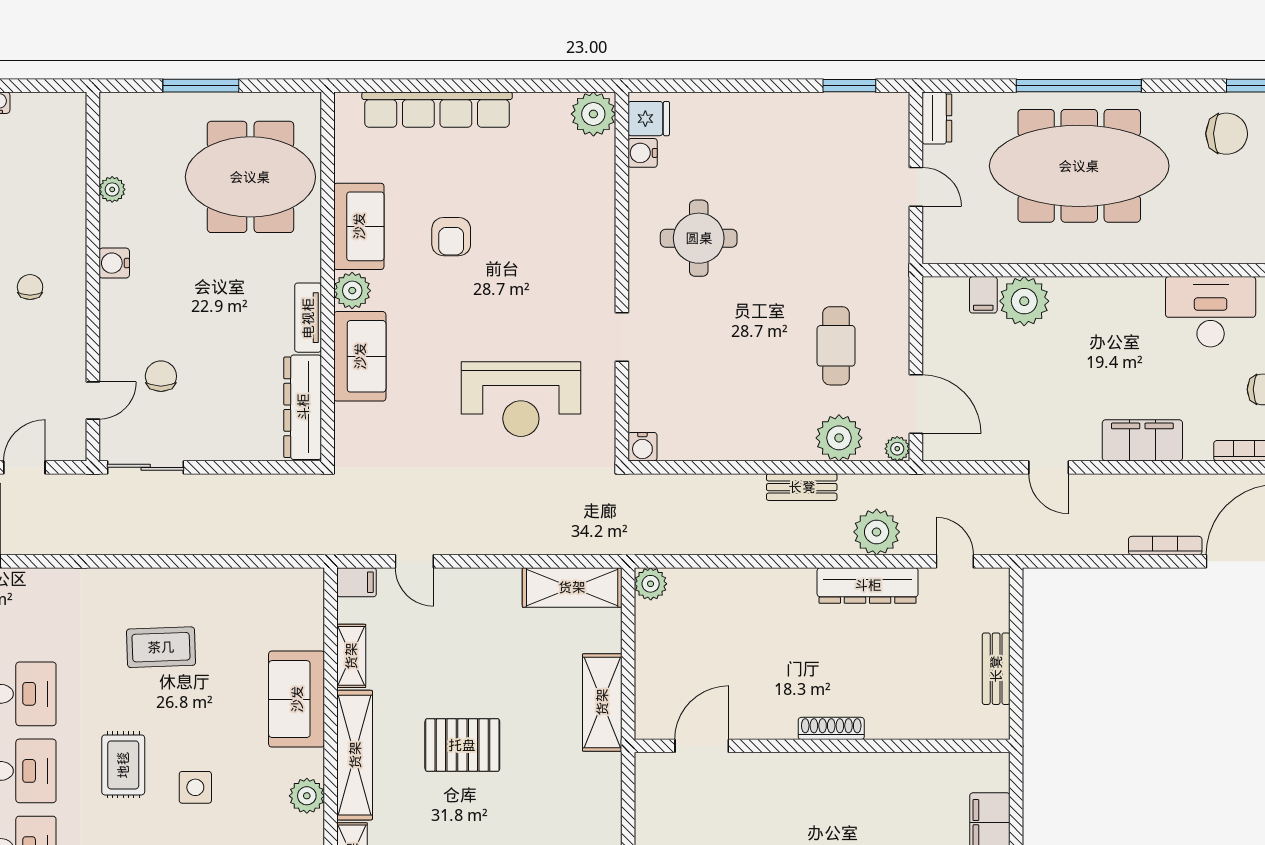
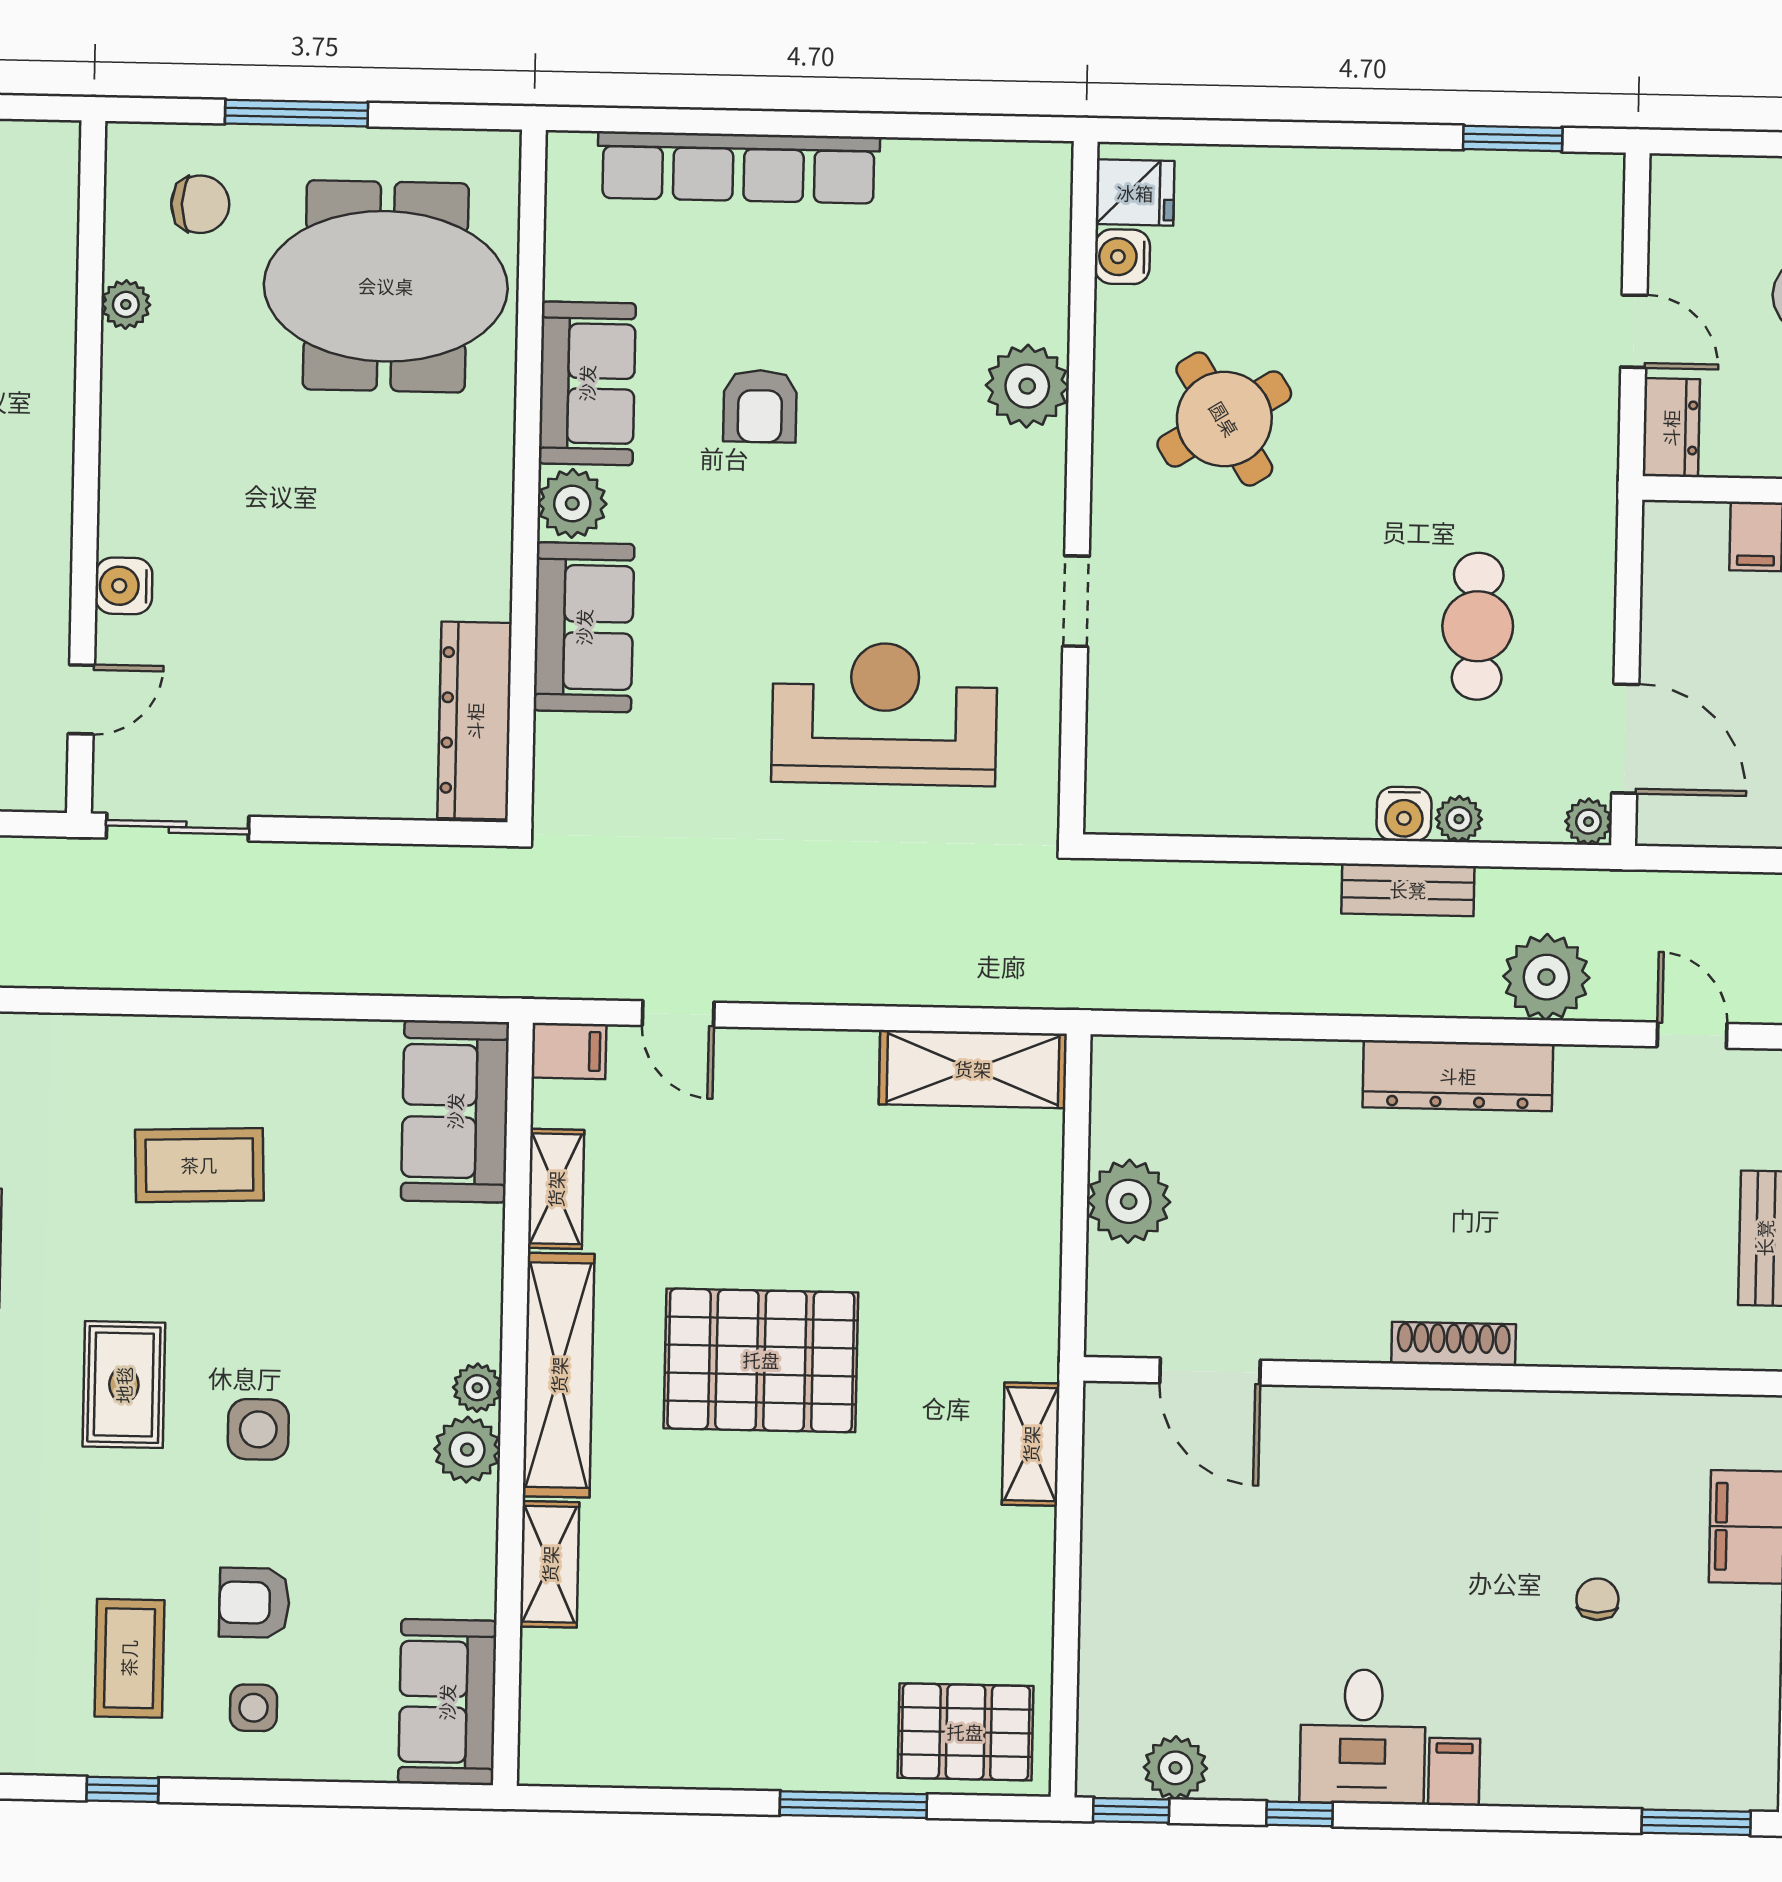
plant: (593, 114) -> (1027, 386), moved
dresser: (937, 118) -> (1671, 428), moved
round table: (699, 238) -> (1224, 419), turned -32
water cooler: (114, 263) -> (124, 586), moved
tv unit: (308, 318) -> (488, 553), removed
chair: (161, 376) -> (200, 204), moved, turned 90
reception desk: (521, 399) -> (884, 714), turned 180
plant: (839, 438) -> (1459, 819), width x0.53, depth x0.53
water cooler: (642, 447) -> (1404, 814), moved
plant: (651, 584) -> (1129, 1201), moved, width x1.36, depth x1.36
dresser: (868, 585) -> (1458, 1076), moved
sofa: (297, 699) -> (455, 1111), moved
shelving: (602, 702) -> (1031, 1444), moved, width x0.67, depth x0.75
pallet: (462, 745) -> (761, 1360), width x1.37, depth x1.41
door: (702, 746) -> (1210, 1372), swing flipped
plant: (312, 763) -> (477, 1388), added

